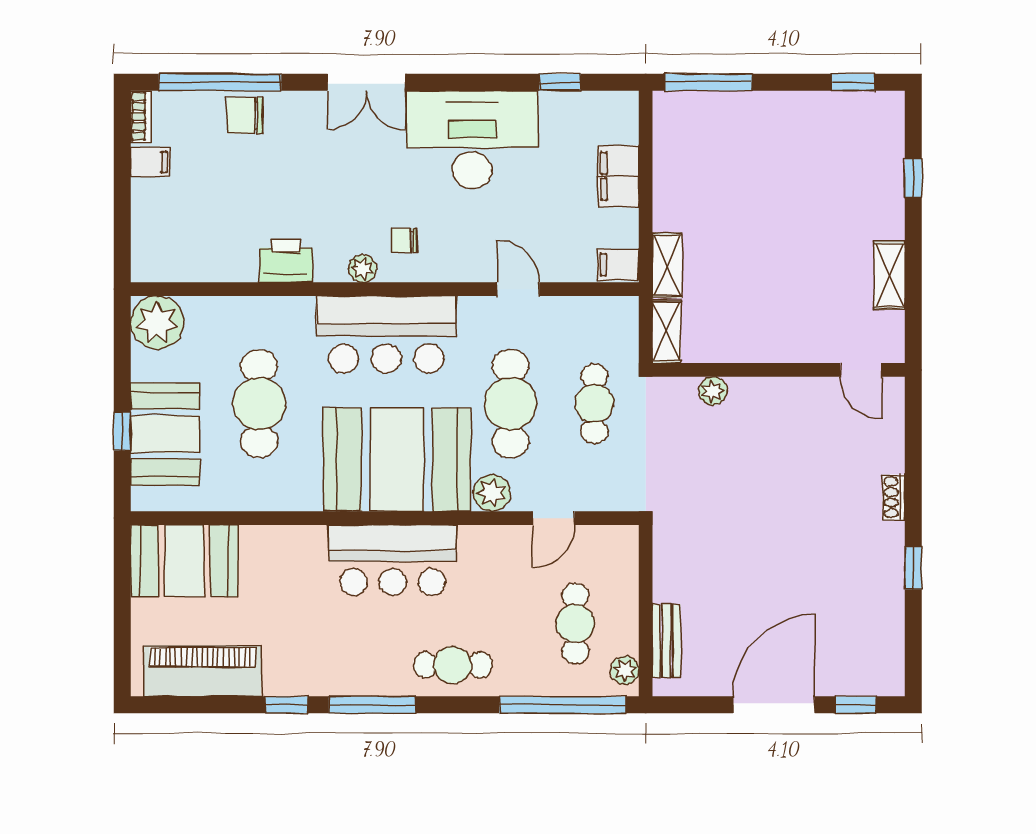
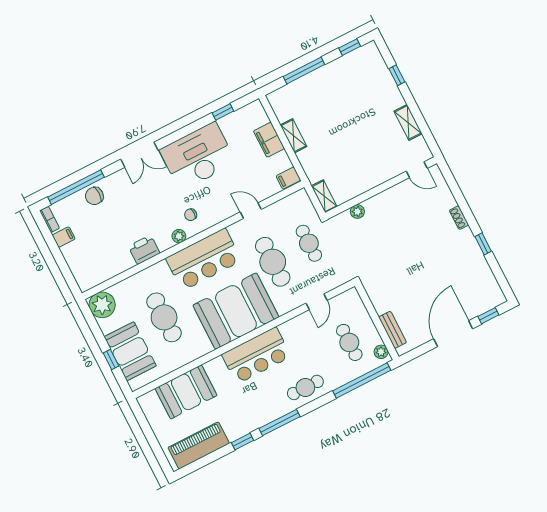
window: (708, 82) -> (304, 70), moved
shelving: (667, 265) -> (294, 136), moved
plant: (492, 493) -> (284, 305), removed
booth: (184, 561) -> (186, 392), moved

